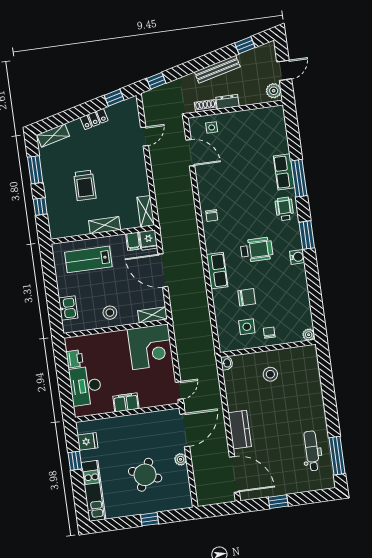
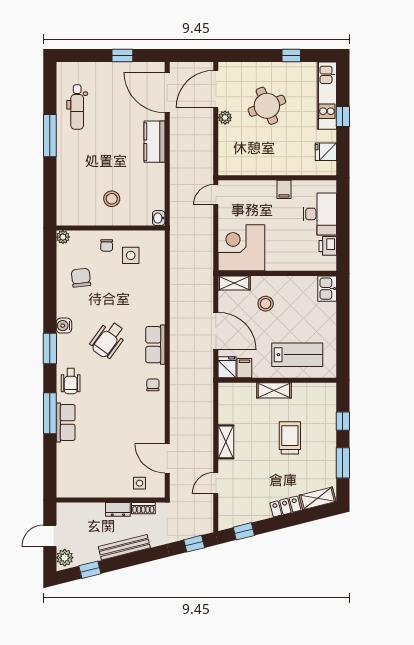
plant: (274, 91) -> (65, 558), moved
locker: (94, 119) -> (285, 506), moved
shelving: (146, 211) -> (226, 442), moved
wheelchair: (257, 250) -> (108, 340), turned -54
row of seats: (217, 271) -> (155, 345), moved
chair: (247, 297) -> (81, 278), moved, turned 84
kitchen sink: (68, 308) -> (327, 289), moved
stool: (110, 313) -> (266, 304), moved
filing cabinet: (126, 402) -> (284, 189), width x0.50
door: (185, 430) -> (216, 89), moved
window: (337, 456) -> (50, 136), moved
window: (75, 461) -> (343, 117), moved
round table: (145, 475) -> (267, 106), turned 45
window: (150, 519) -> (291, 56), moved

